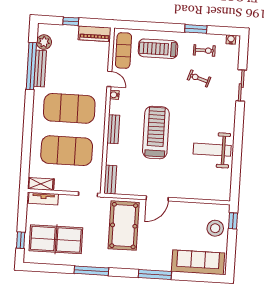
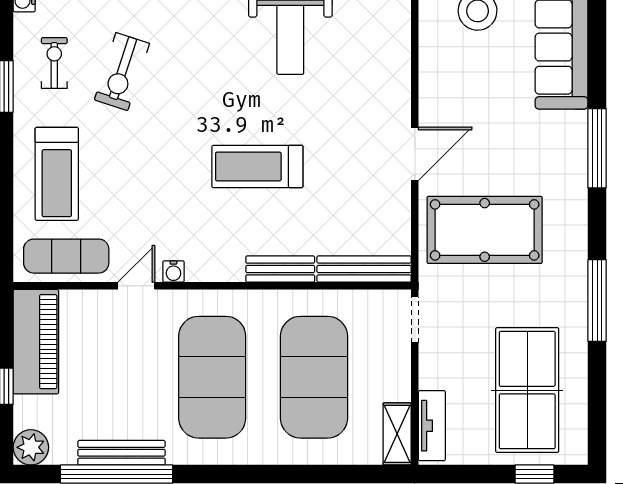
piano: (95, 34) -> (36, 342), width x1.37, depth x1.33
plant: (44, 42) -> (31, 447), moved
exercise bike: (199, 78) -> (122, 72), width x1.38, depth x1.39
bench: (113, 129) -> (280, 269), moved
treadmill: (156, 132) -> (257, 166), width x0.73, depth x0.73
bench: (110, 180) -> (364, 269), width x1.36
door: (157, 198) -> (415, 154), hinge flipped

